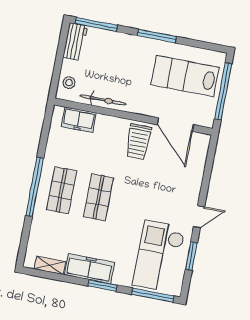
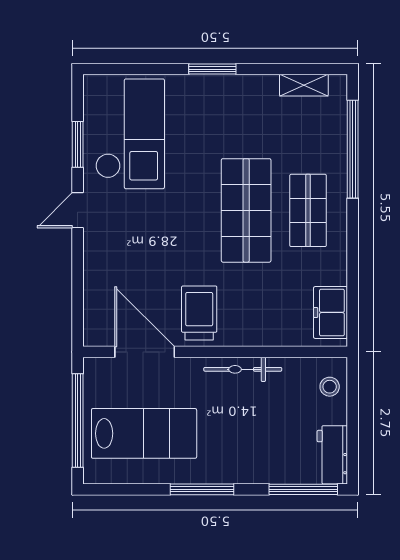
bicycle: (103, 100) -> (243, 369), moved
freezer: (79, 120) -> (331, 312), moved, turned -90
window: (35, 187) -> (353, 149), moved
shop shelf: (99, 197) -> (246, 210), width x1.43, depth x1.36
freezer: (89, 269) -> (239, 92), removed
window: (153, 295) -> (128, 69), removed

